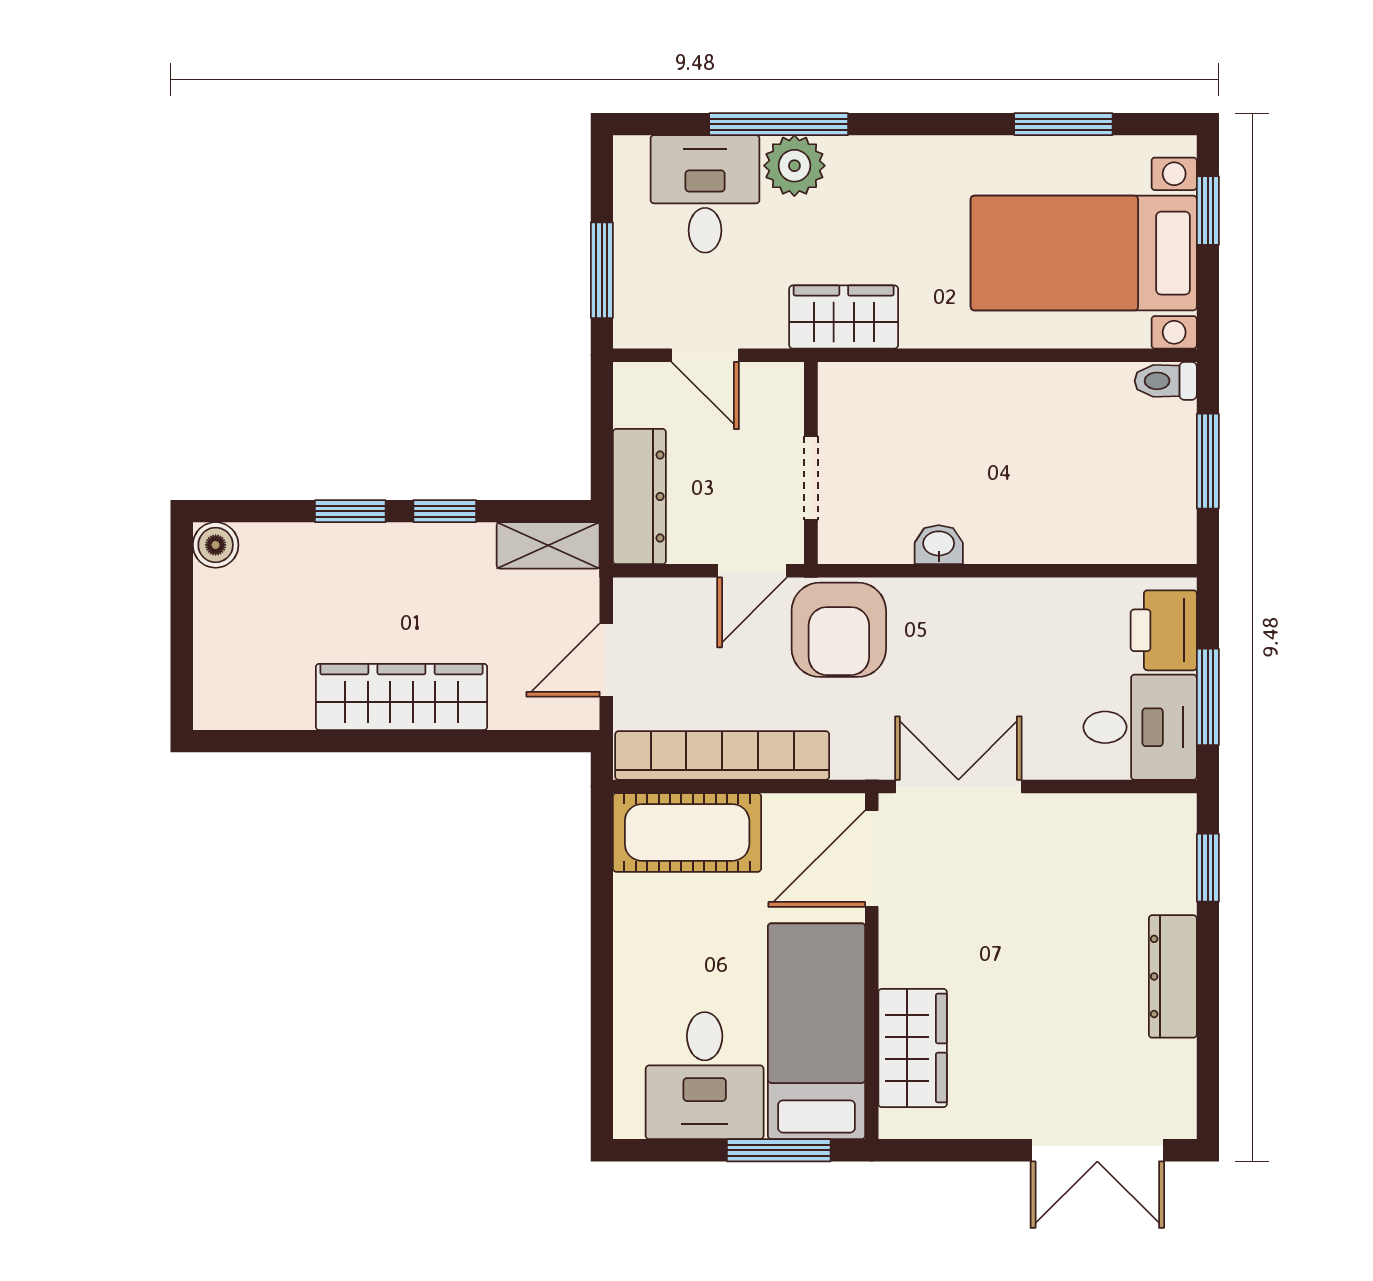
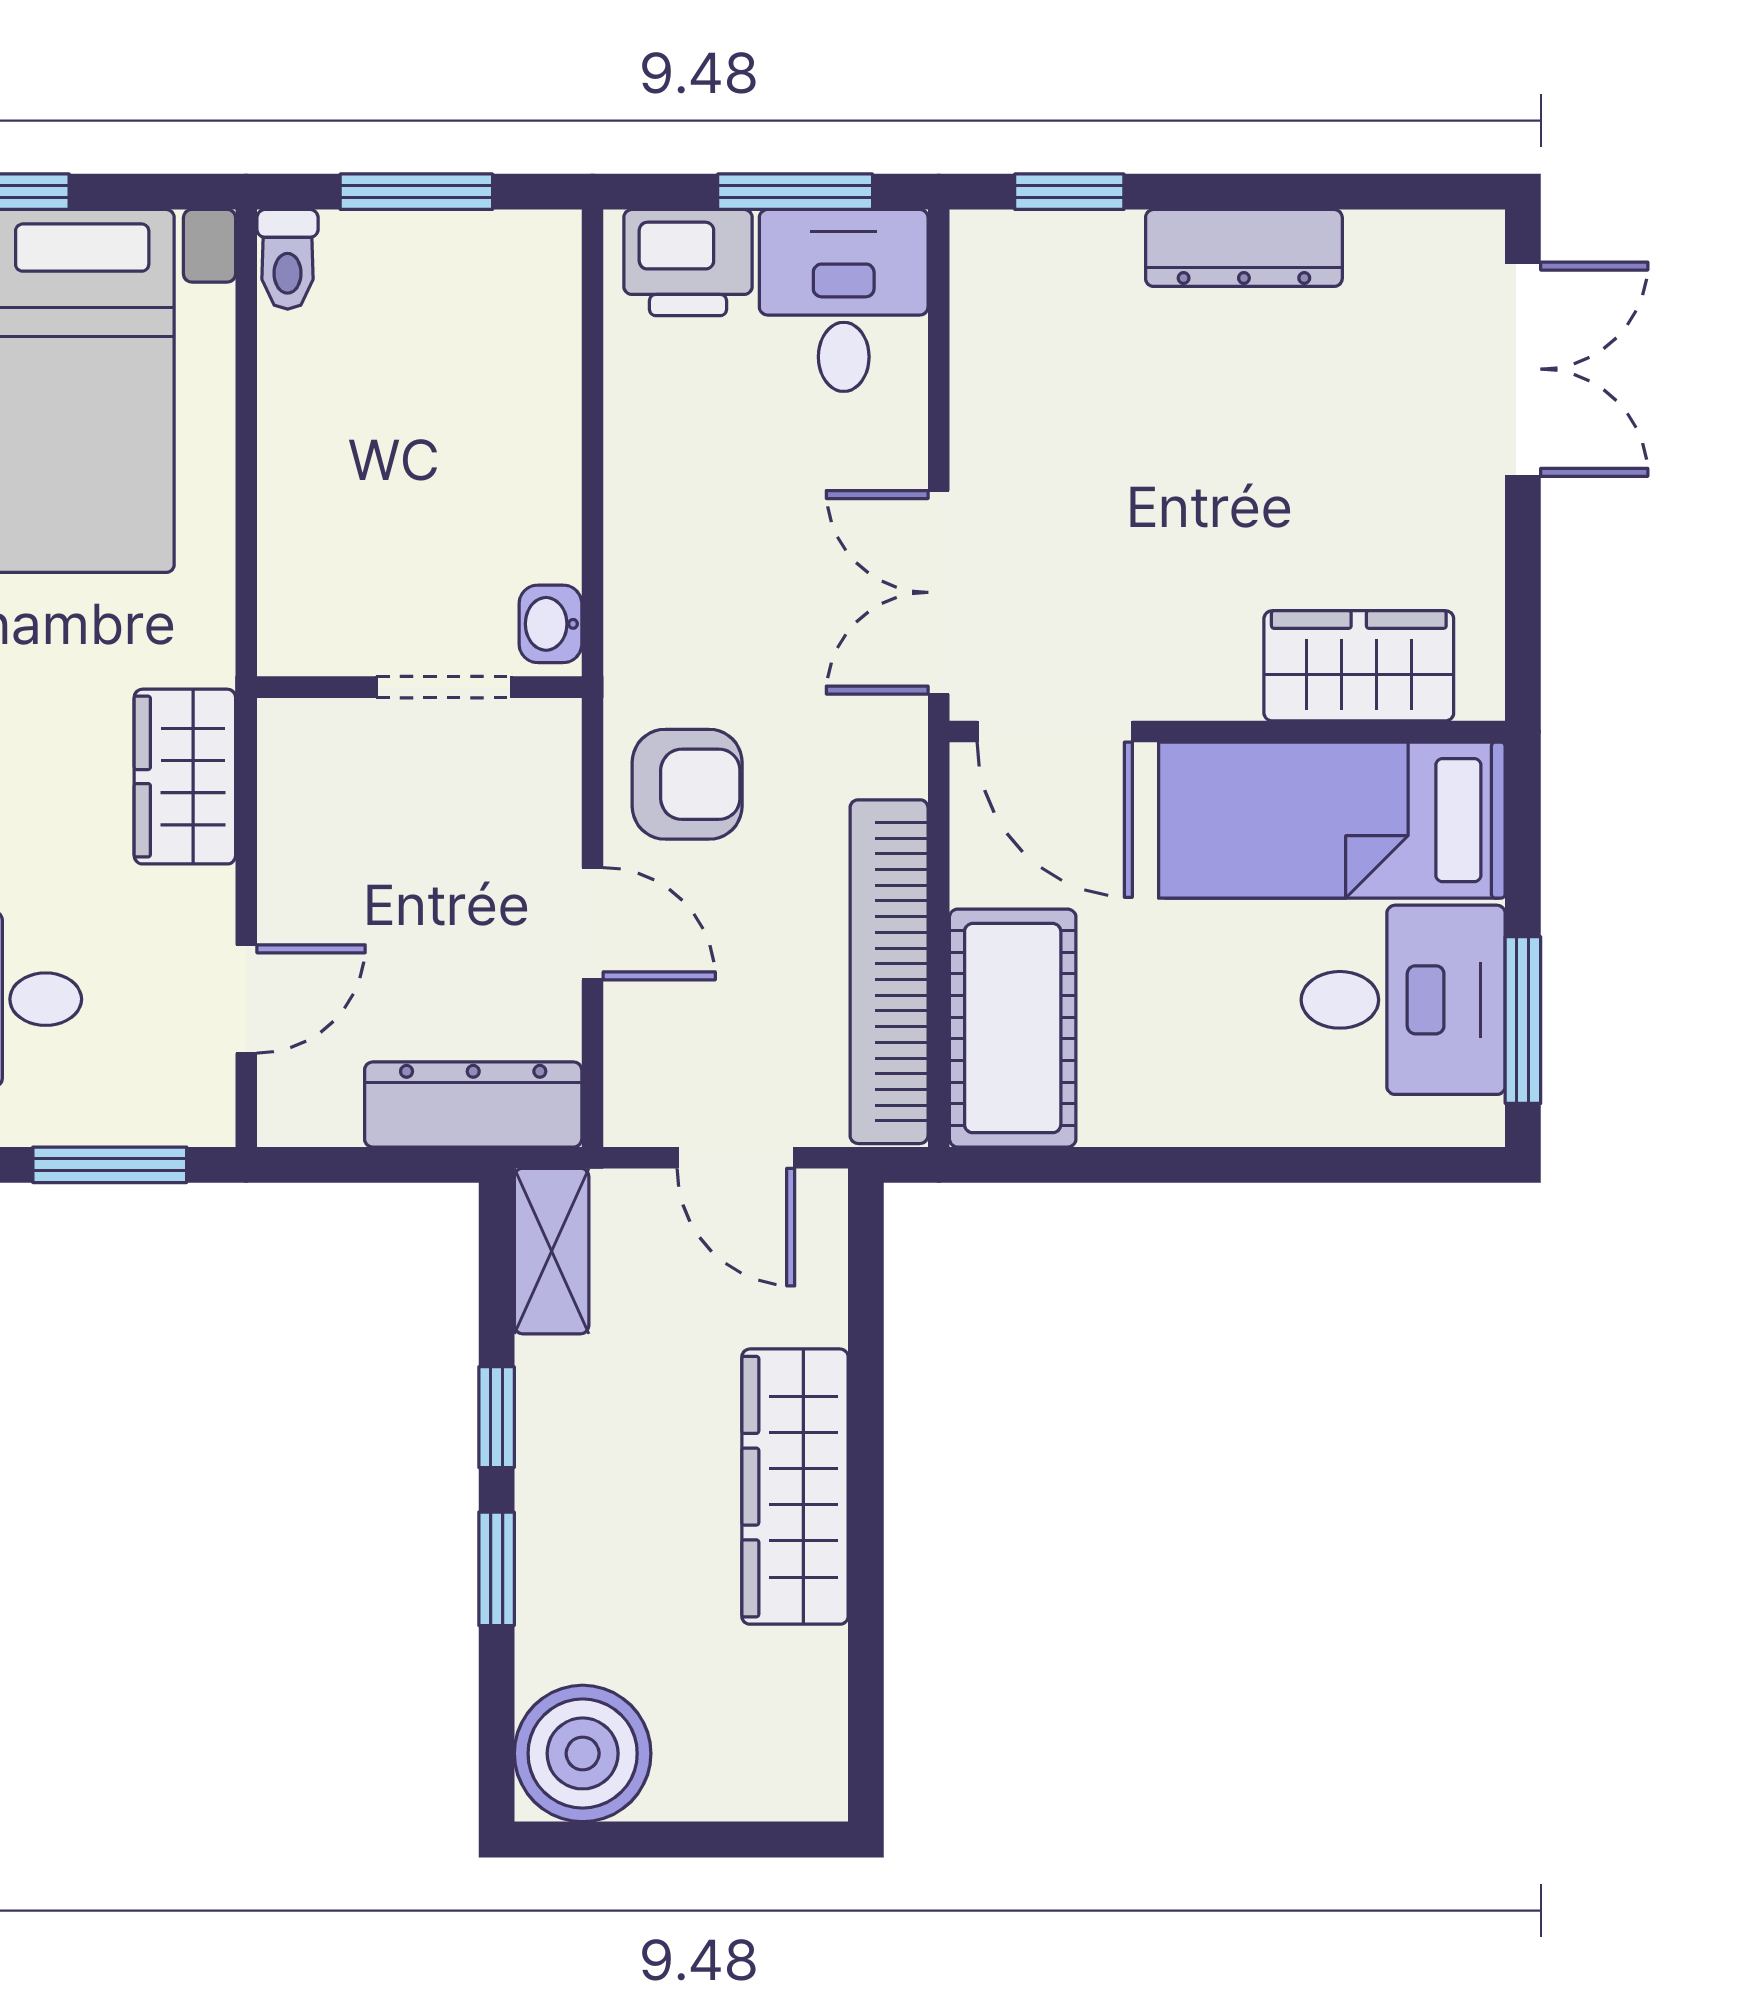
wall: (811, 463) -> (419, 687), moved
doorway: (811, 478) -> (444, 687), moved
boiler: (216, 545) -> (583, 1753), width x1.86, depth x1.86
armchair: (839, 630) -> (687, 784), width x0.72, depth x0.72
window: (779, 1150) -> (1523, 1020), moved

